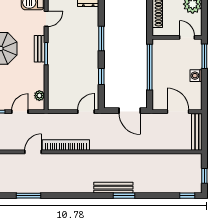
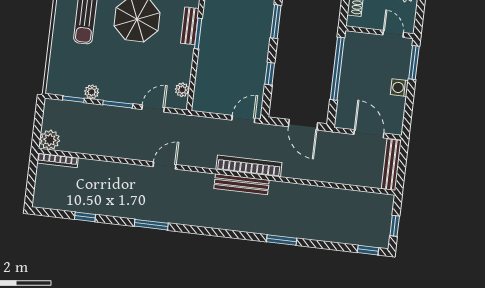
bookcase: (66, 145) -> (249, 166), moved
bench: (113, 188) -> (242, 184), moved

